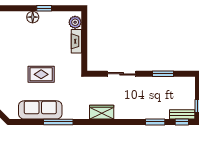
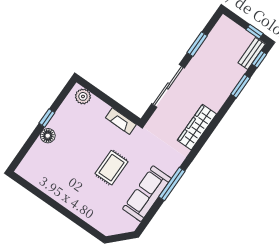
fireplace: (76, 41) -> (121, 121), moved
sliding door: (122, 74) -> (168, 86), width x1.37
wardrobe: (102, 112) -> (197, 127), width x1.50

